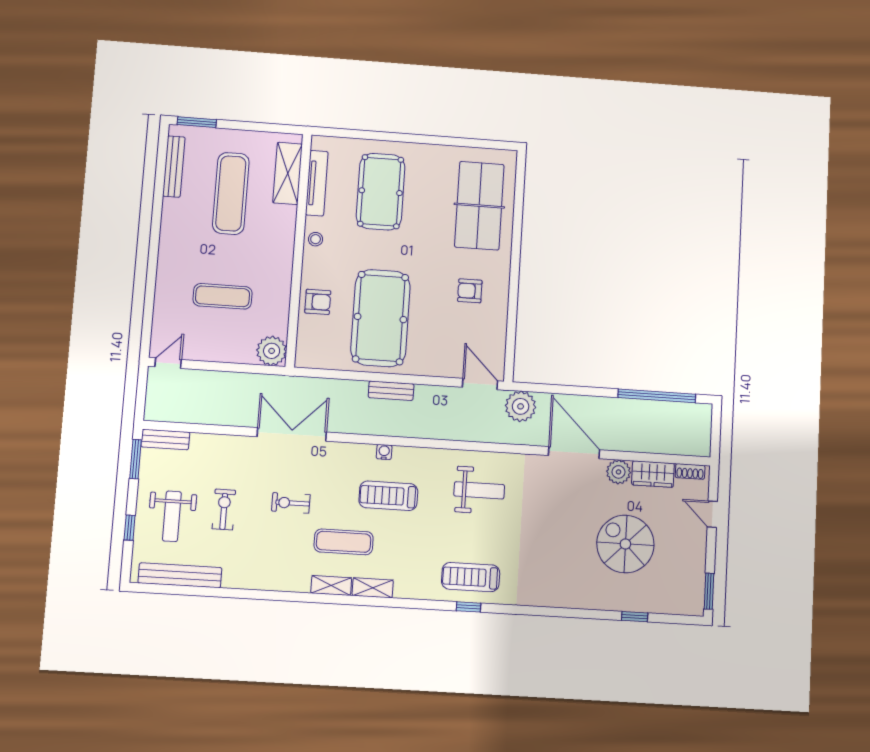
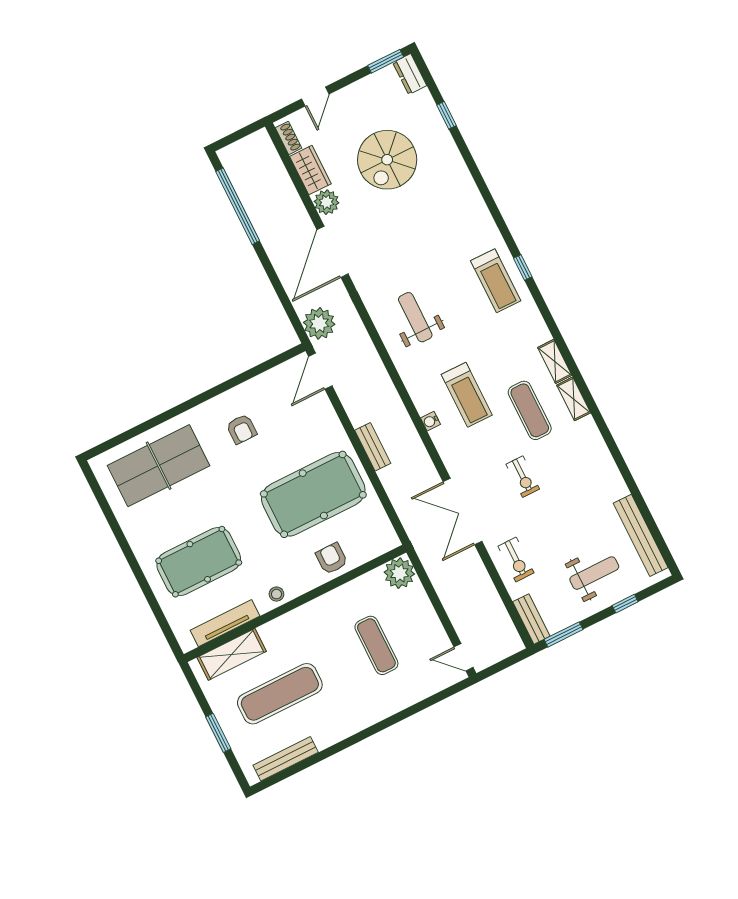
window: (197, 122) -> (218, 733), moved
exercise bike: (224, 509) -> (516, 560), moved, turned -90
dresser: (687, 605) -> (410, 74), added

